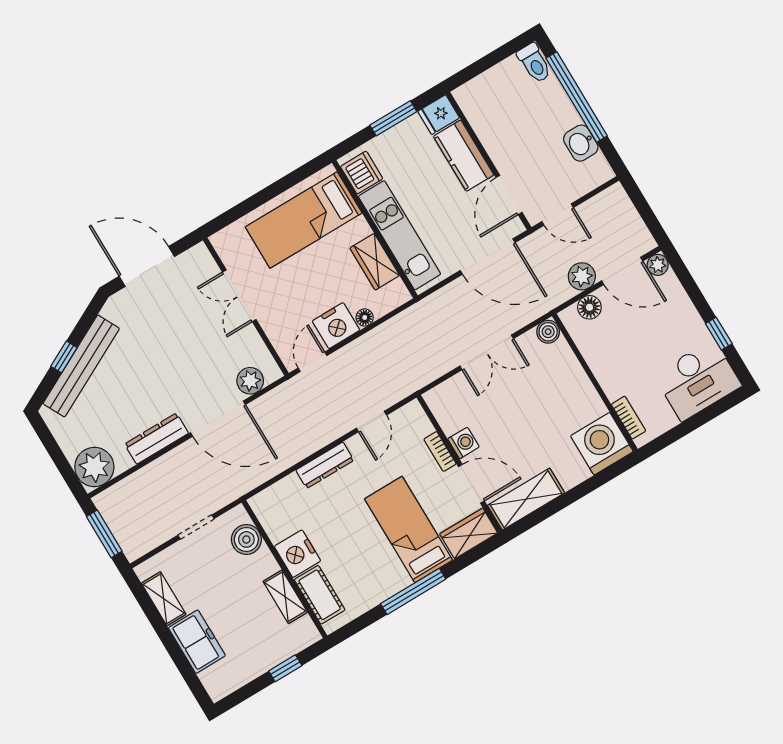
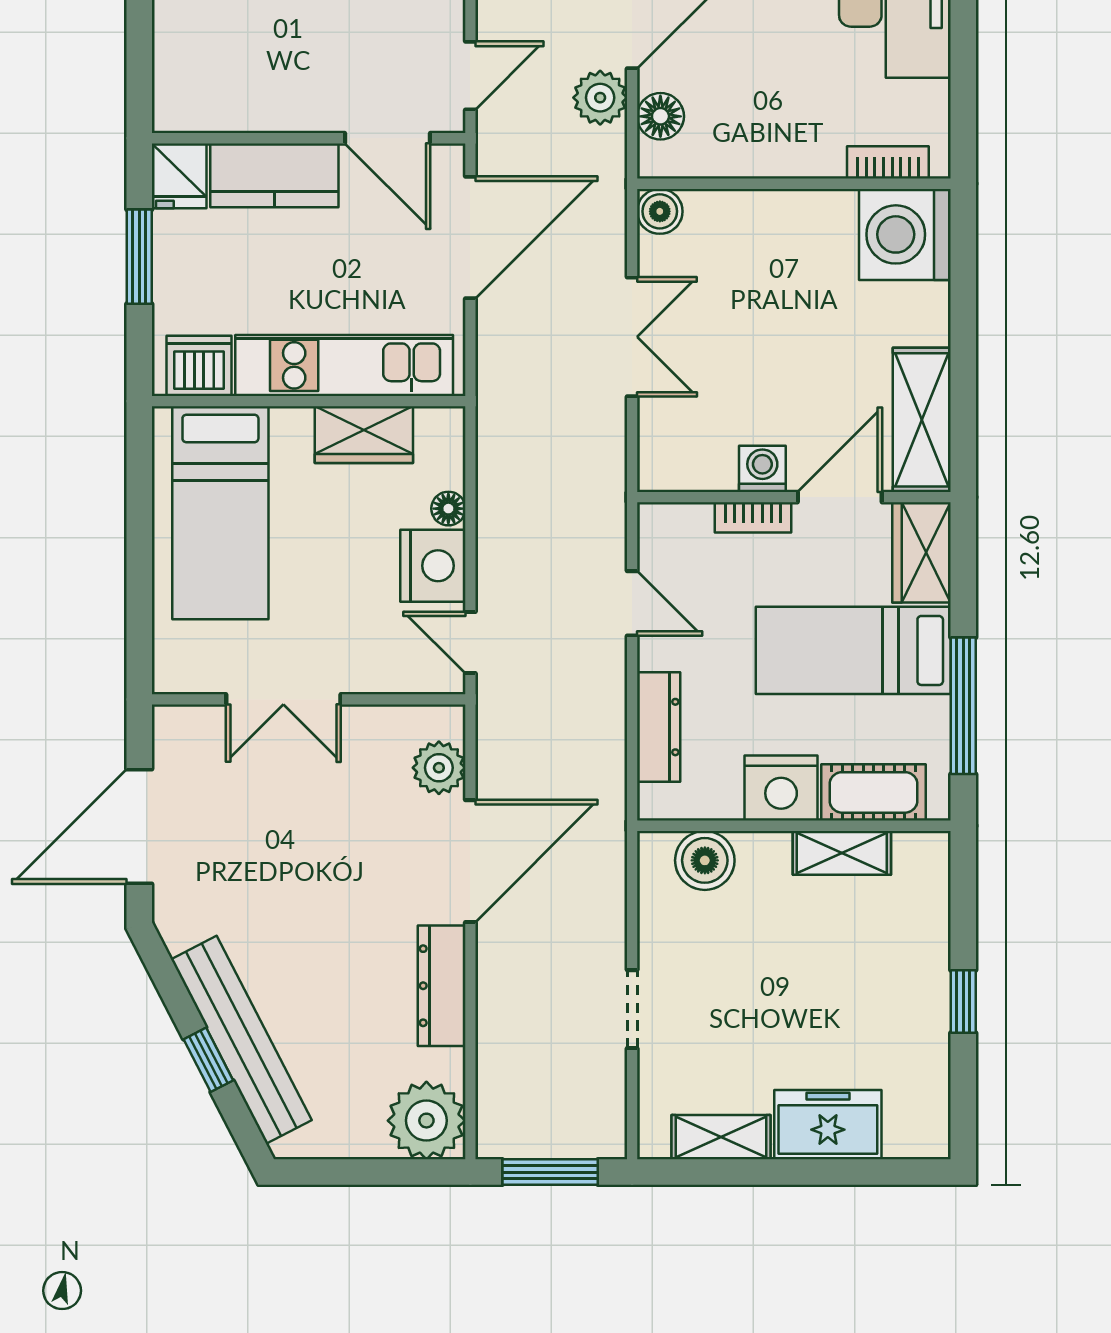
boiler: (246, 539) -> (705, 860), moved
nightstand: (297, 554) -> (781, 788), moved
wall: (285, 569) -> (794, 826), moved
cot: (320, 595) -> (874, 792), moved
shelving: (285, 597) -> (842, 853), moved

